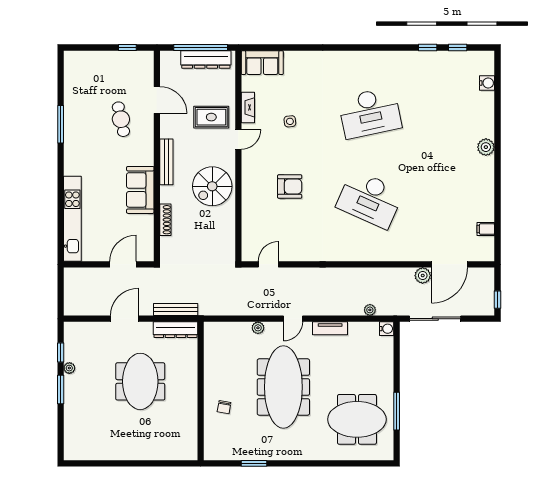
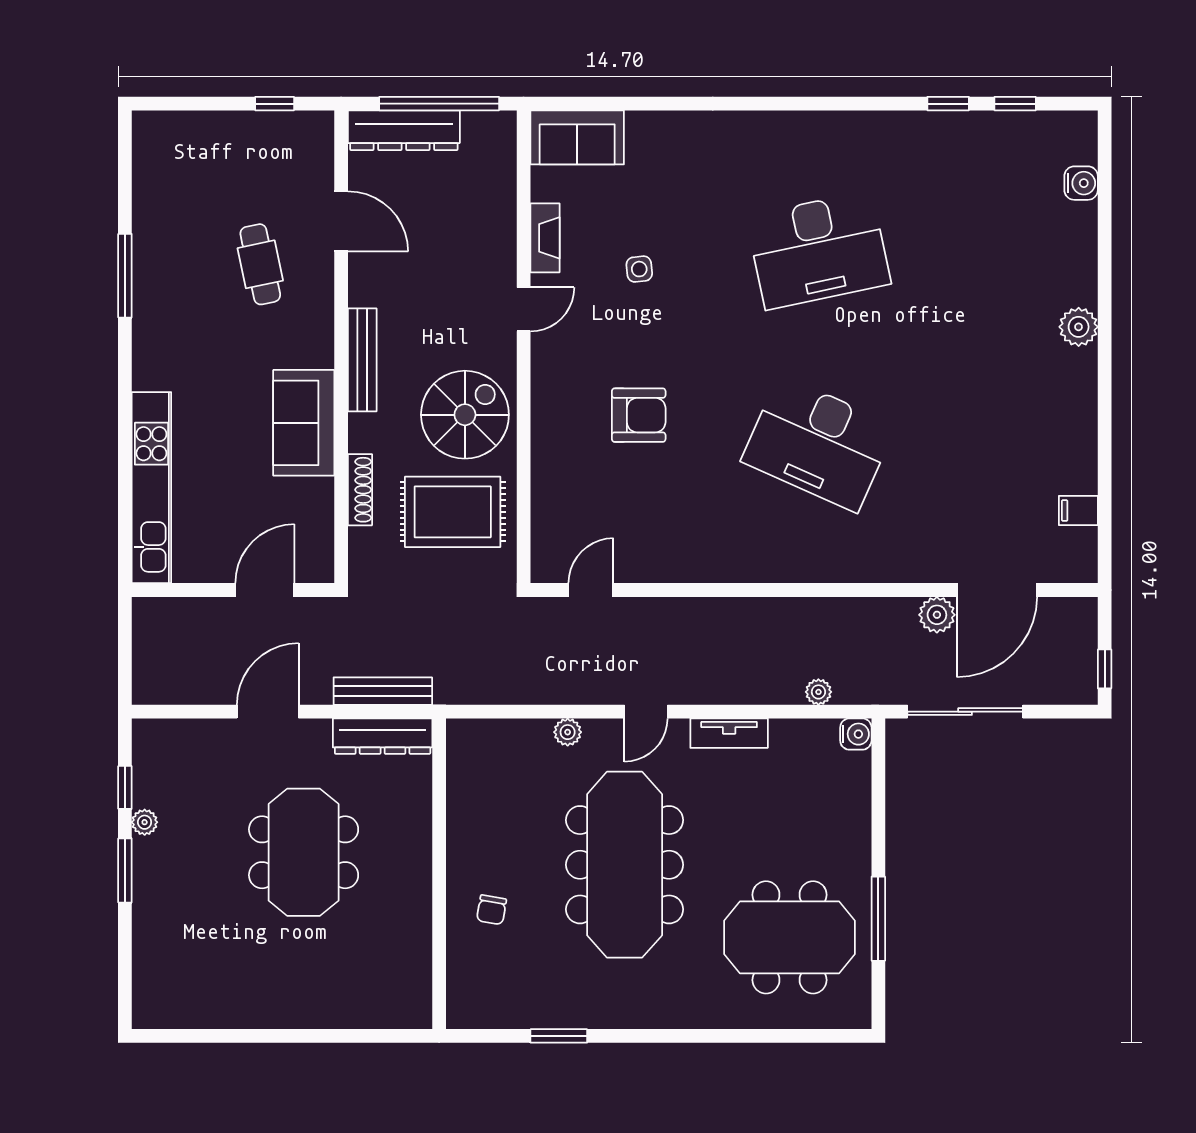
dresser: (206, 59) -> (404, 130), moved
rug: (211, 117) -> (453, 512), moved, width x1.36, depth x1.43
spiral stairs: (212, 186) -> (465, 415), turned 180

